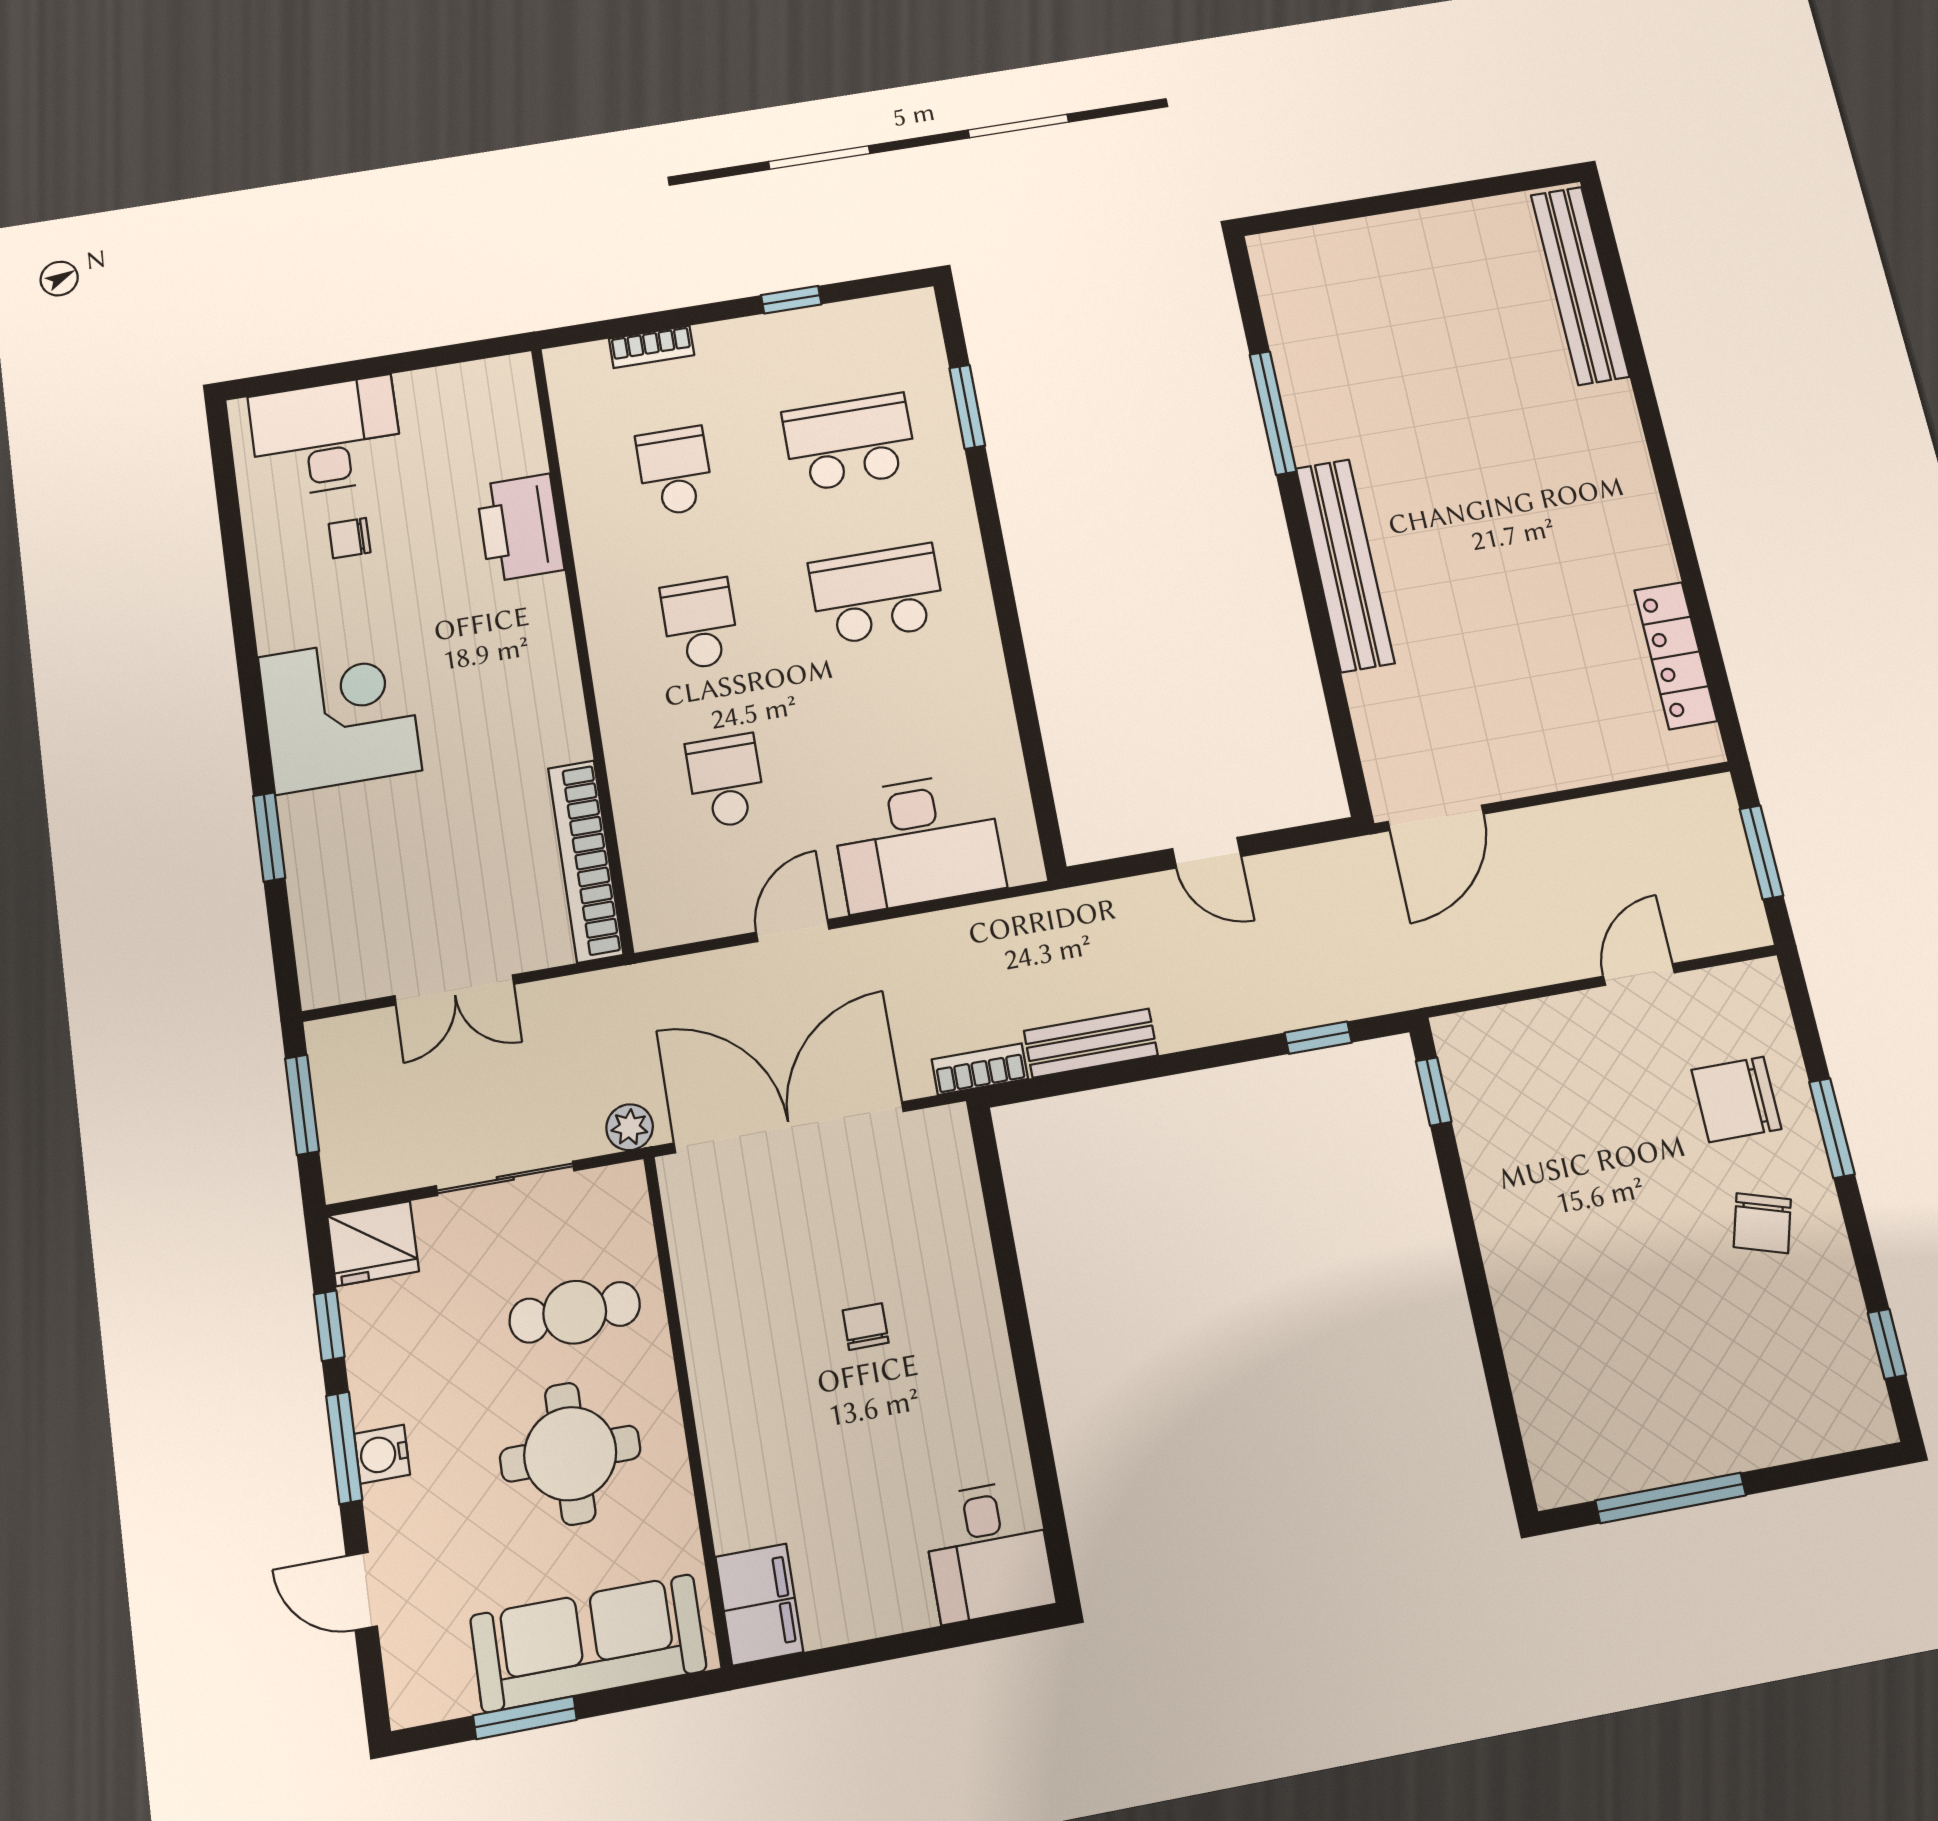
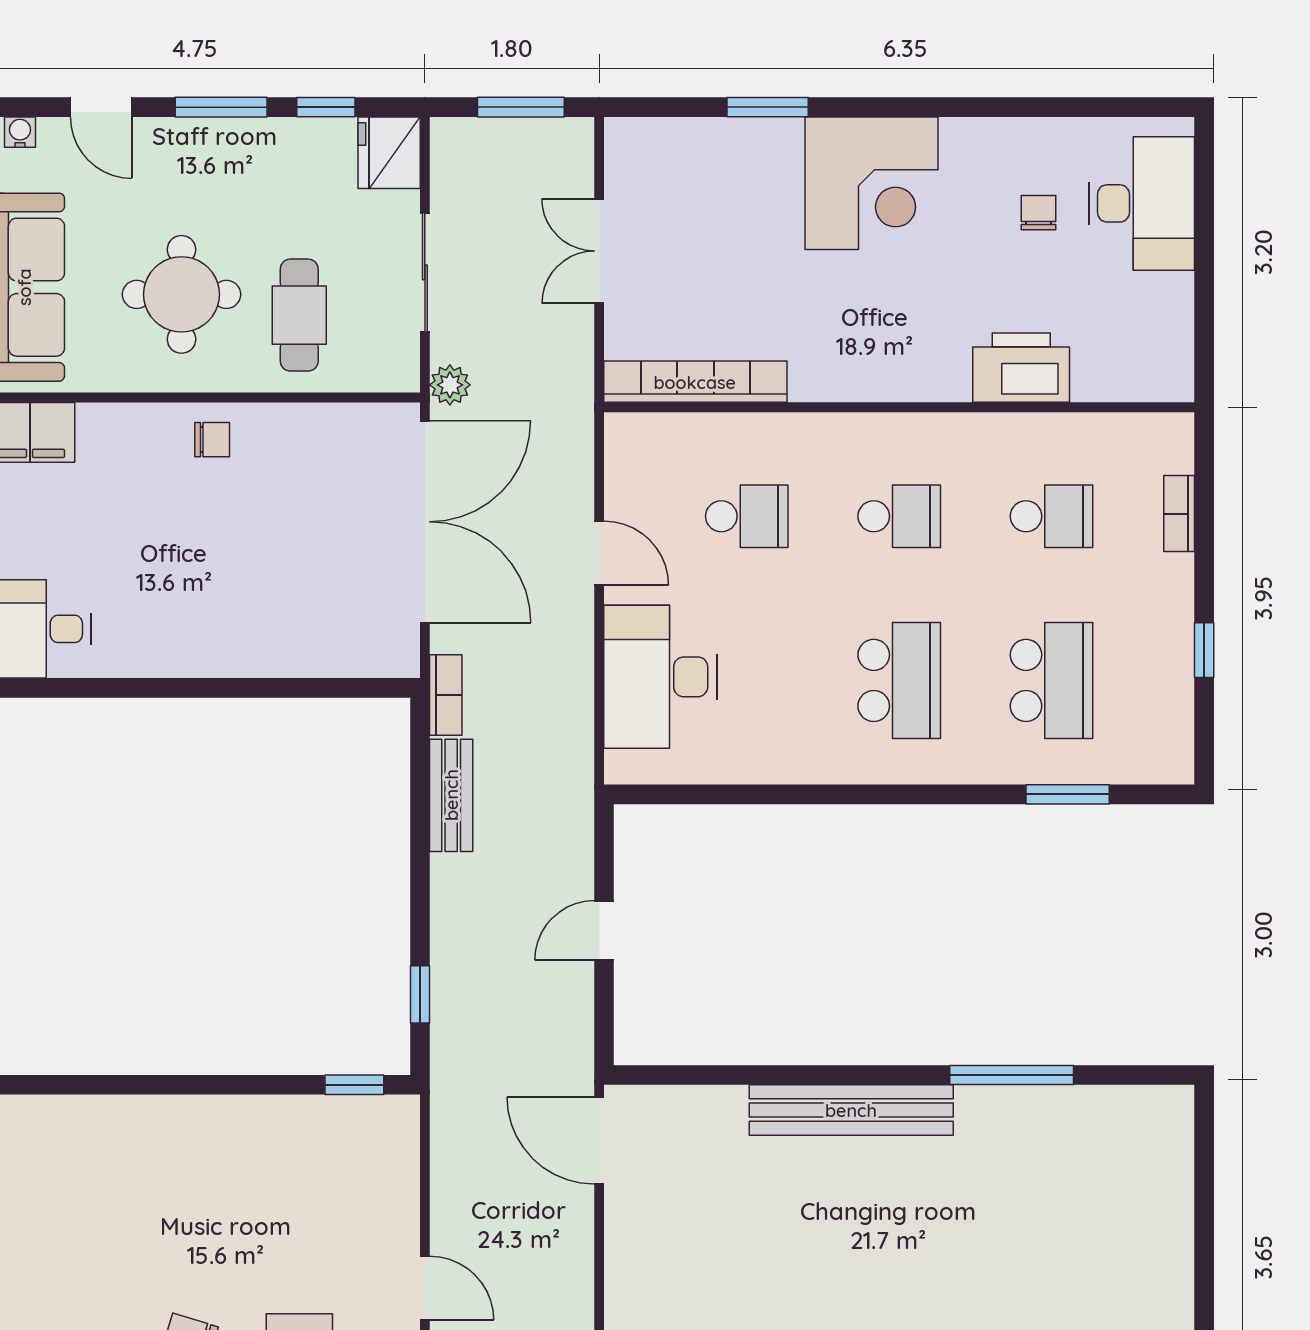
chair: (866, 1327) -> (212, 440), moved
water cooler: (382, 1454) -> (20, 132), moved, width x0.72, depth x0.72
door: (362, 1591) -> (101, 107), swing flipped

